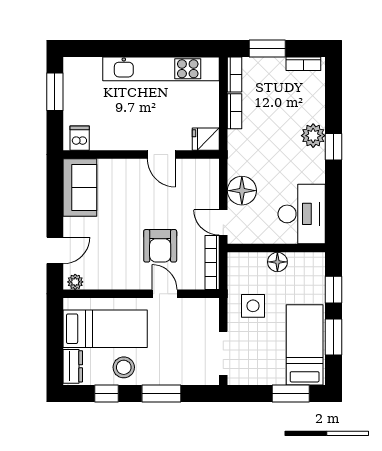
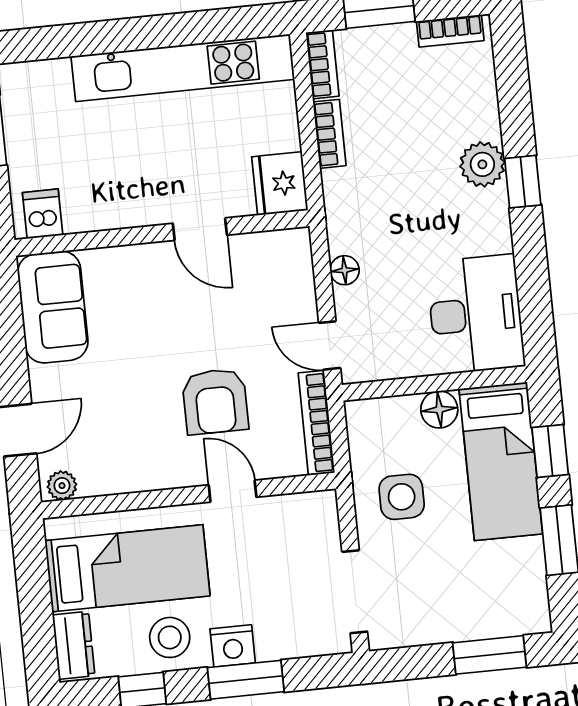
fridge: (206, 139) -> (280, 184), width x1.38
floor lamp: (242, 191) -> (345, 270), width x0.53, depth x0.53
bed: (305, 345) -> (501, 461), moved, turned 180
nightstand: (156, 375) -> (233, 646), added

